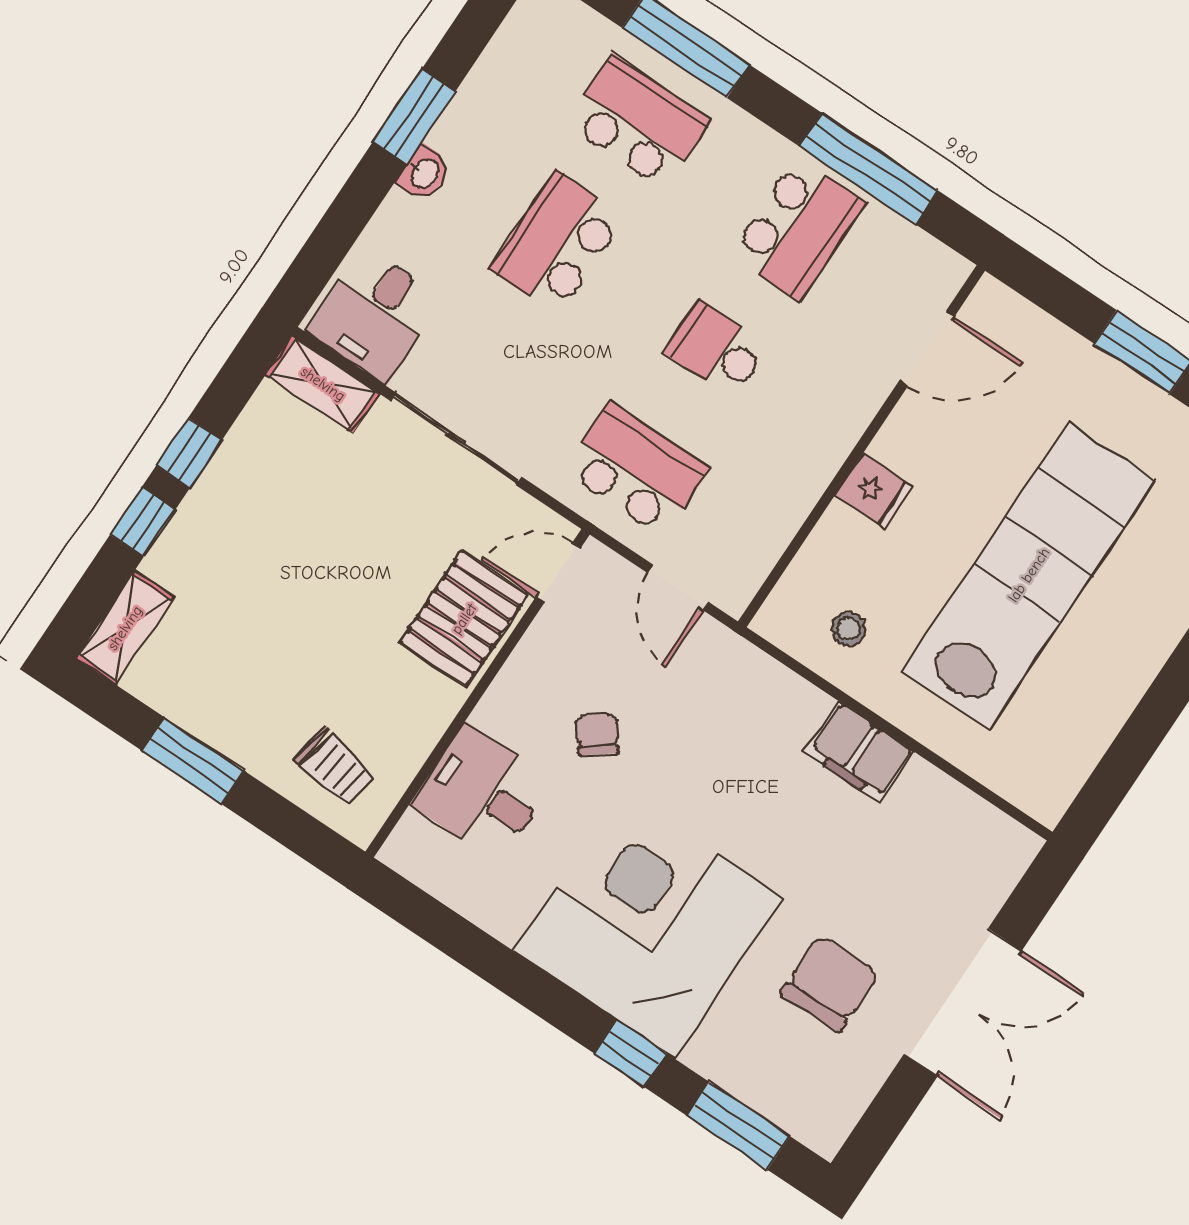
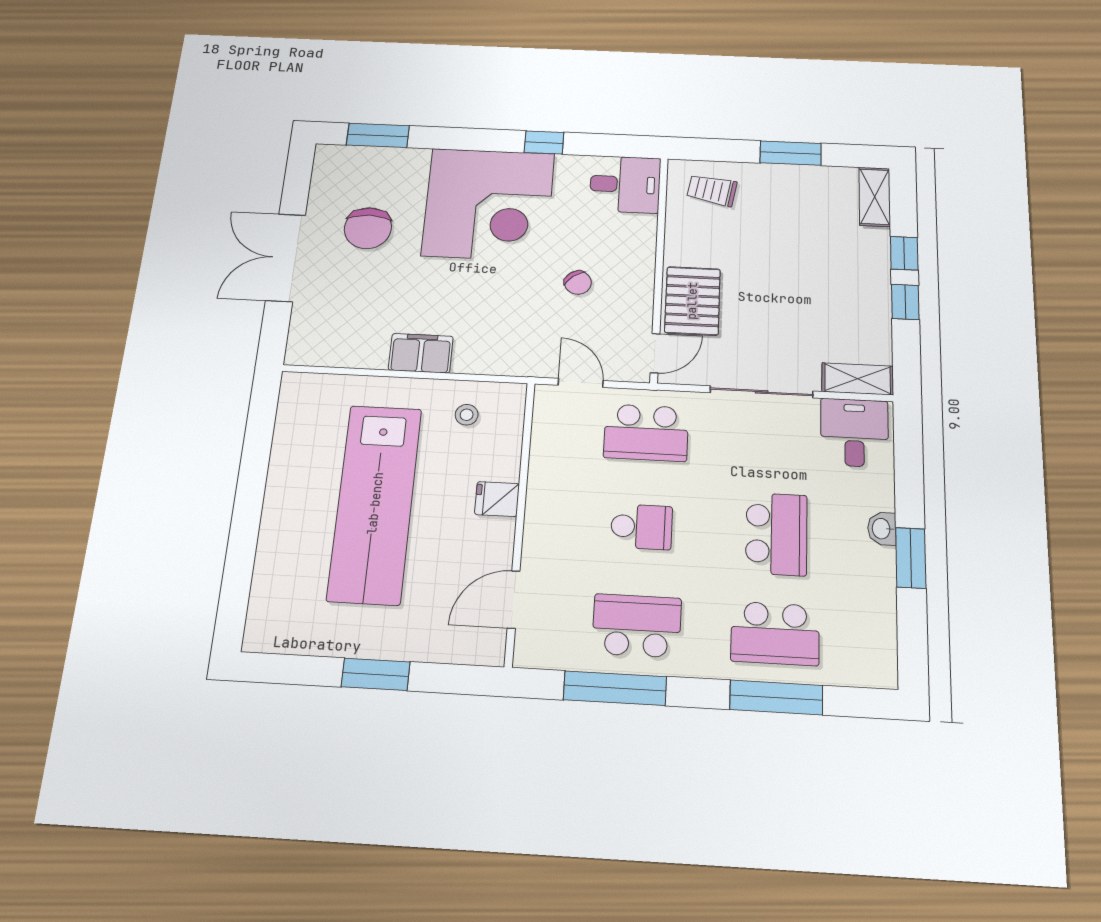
school desk: (798, 229) -> (637, 626), turned 90
desk: (482, 793) -> (625, 184), moved
window: (630, 1053) -> (544, 142), moved

